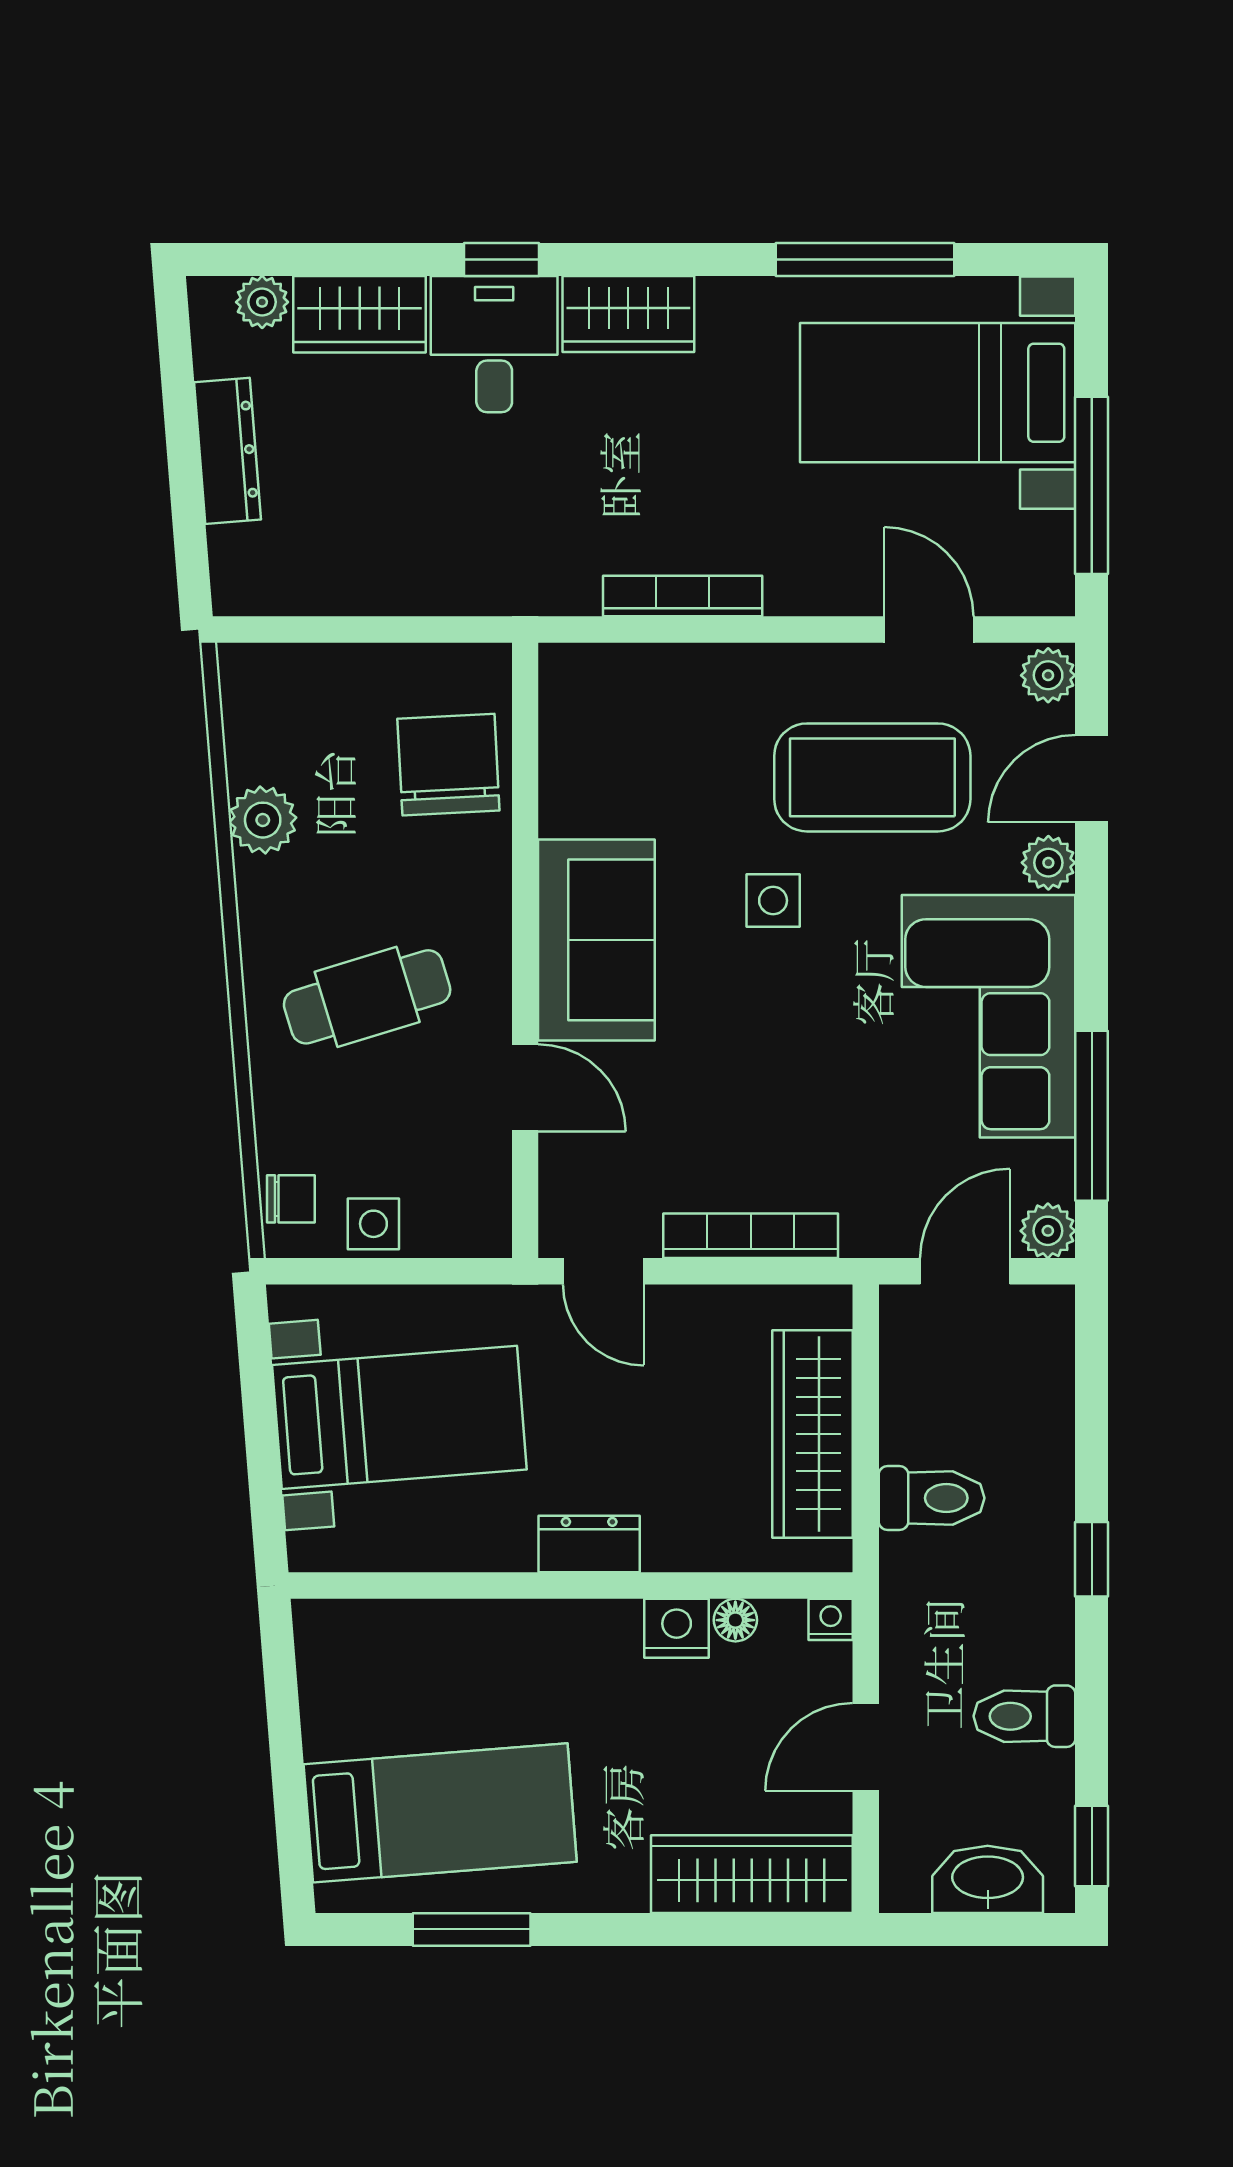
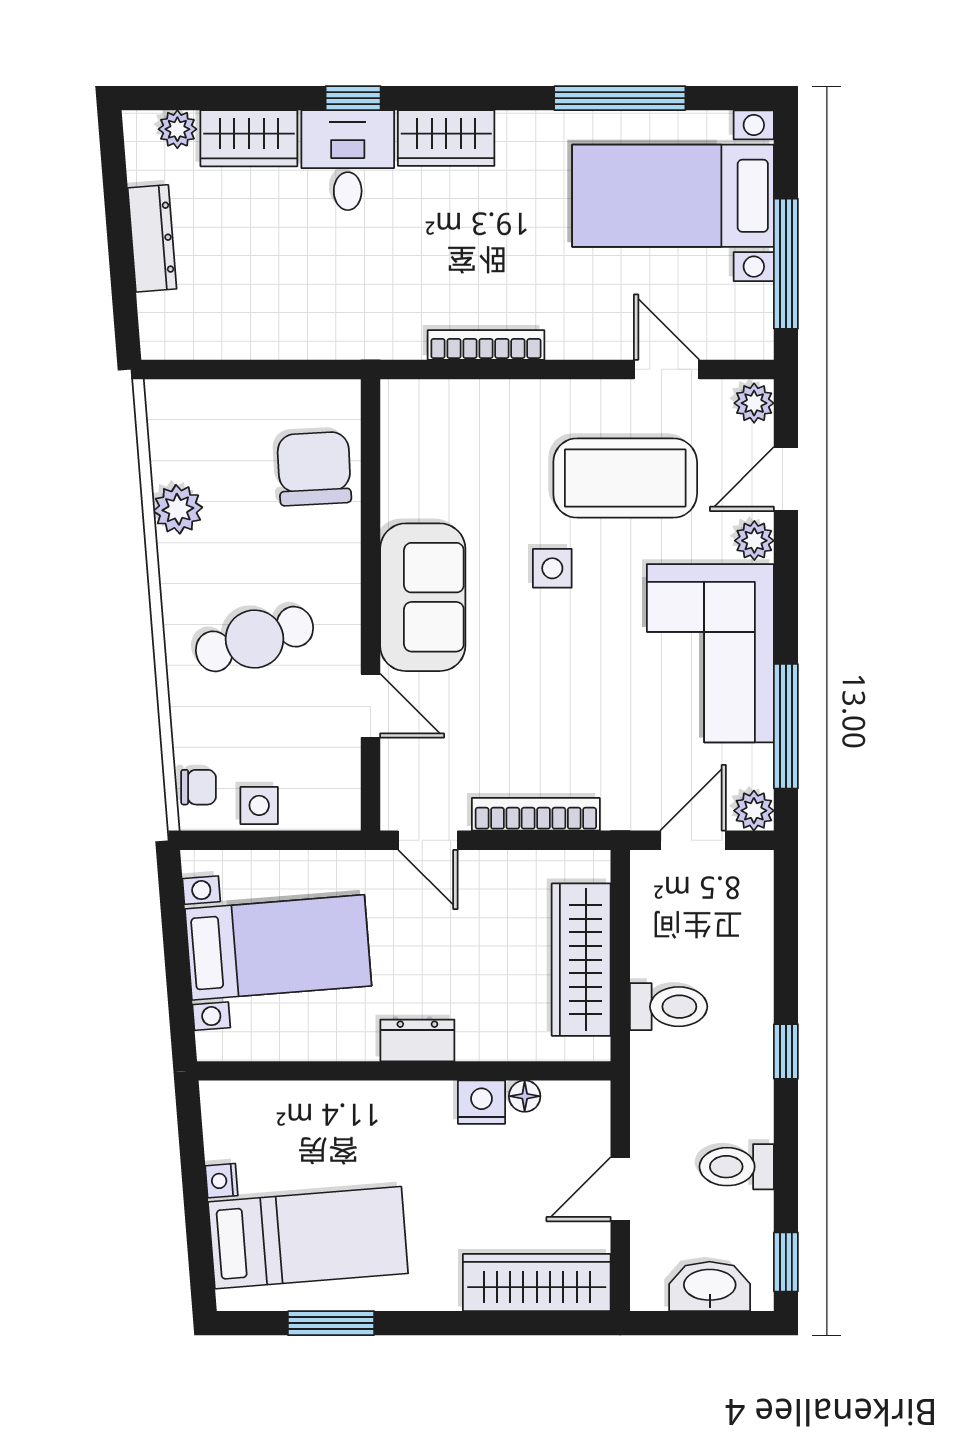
nightstand: (831, 1619) -> (222, 1181), moved, turned -95

